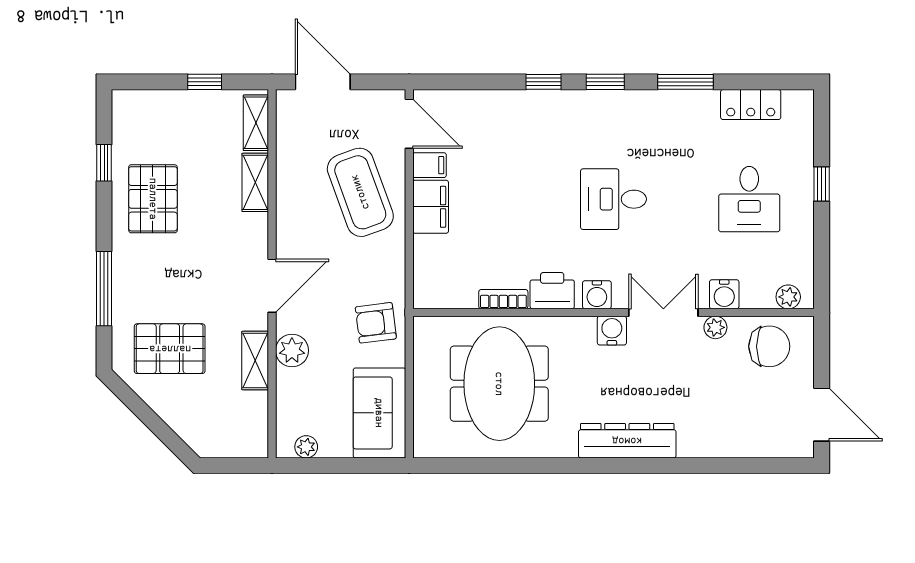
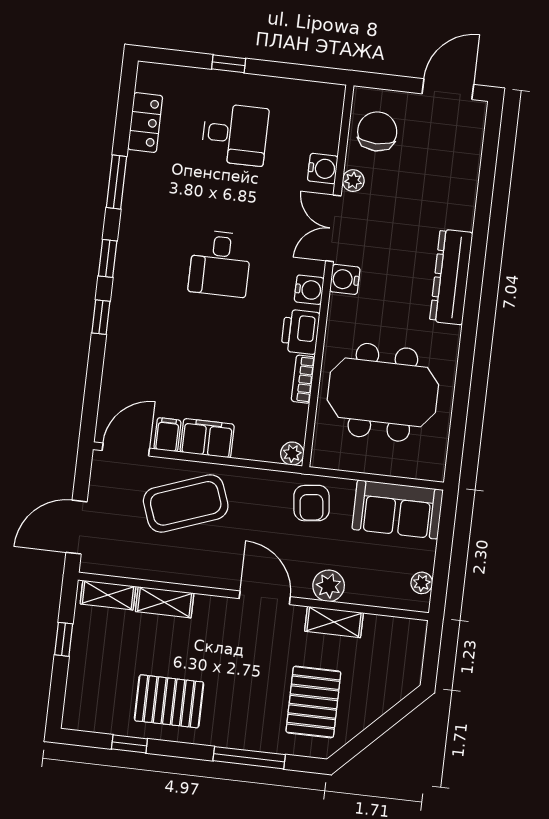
plant: (788, 297) -> (292, 454), moved

